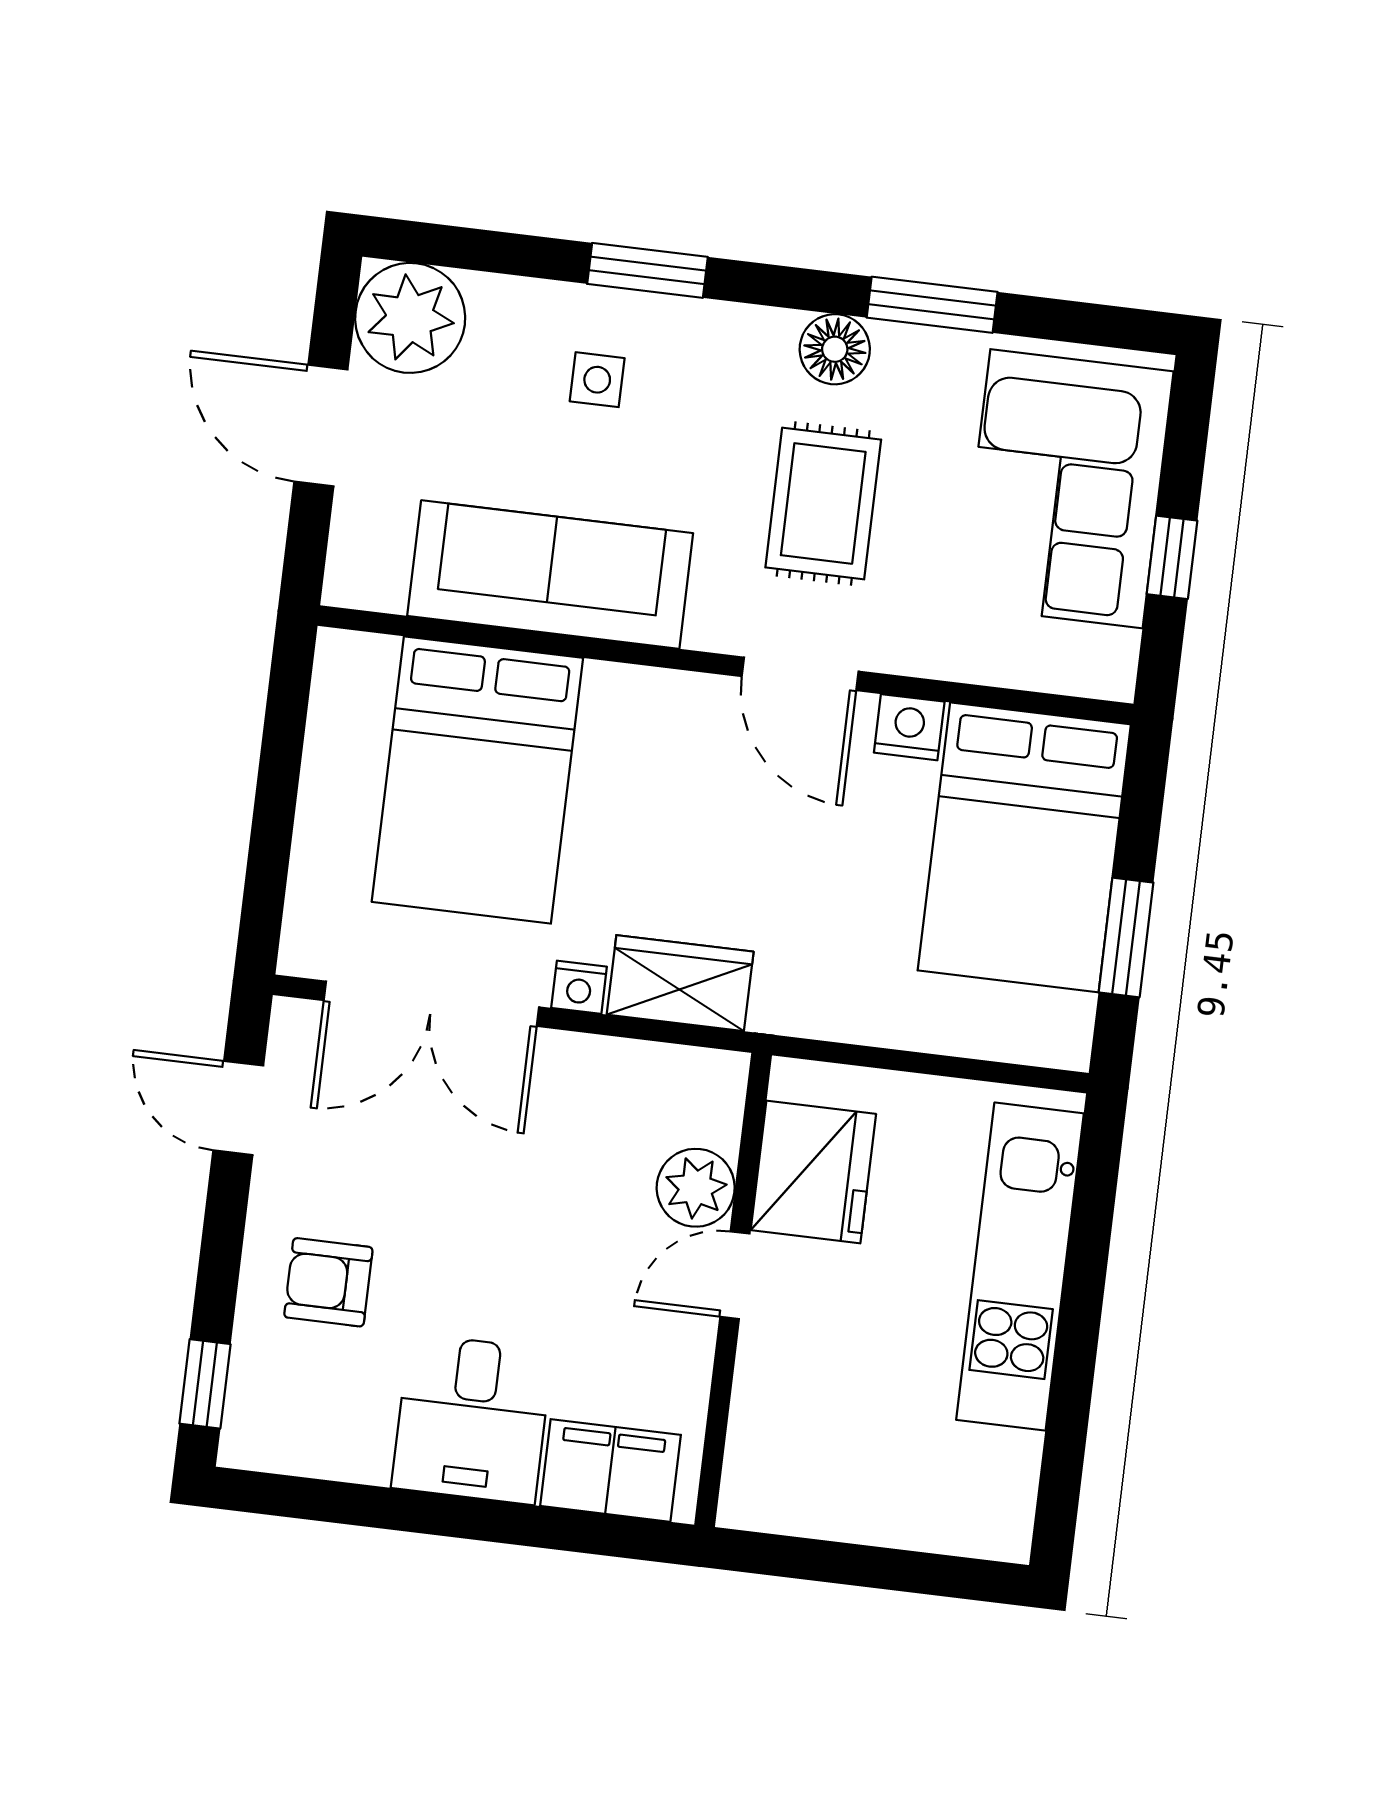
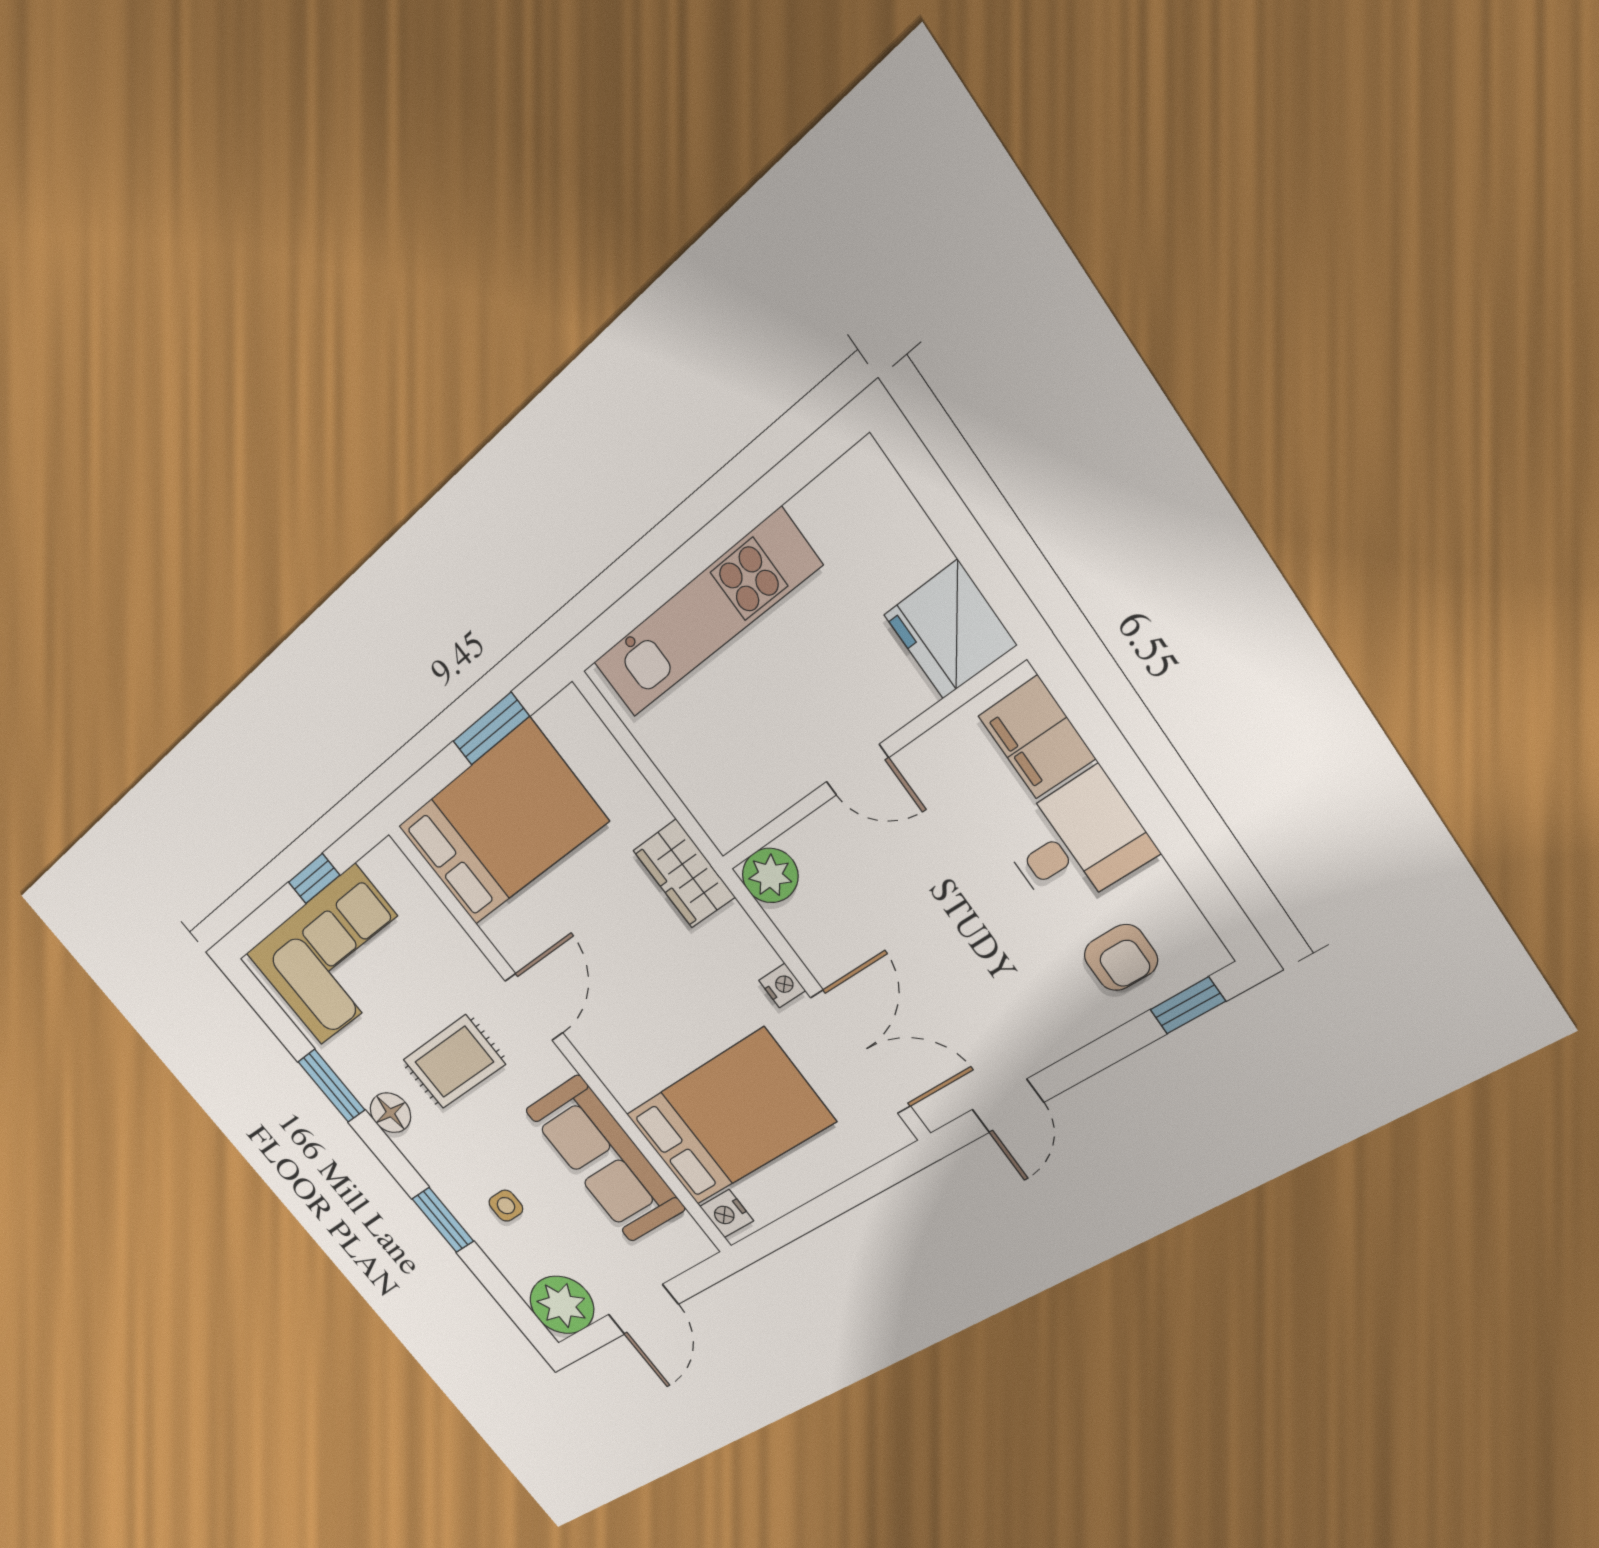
nightstand: (909, 727) -> (727, 1214), moved
wardrobe: (680, 983) -> (684, 874), moved
fridge: (813, 1172) -> (950, 630), moved, turned -90
plant: (696, 1188) -> (770, 876), moved
armchair: (328, 1282) -> (1121, 958), moved

